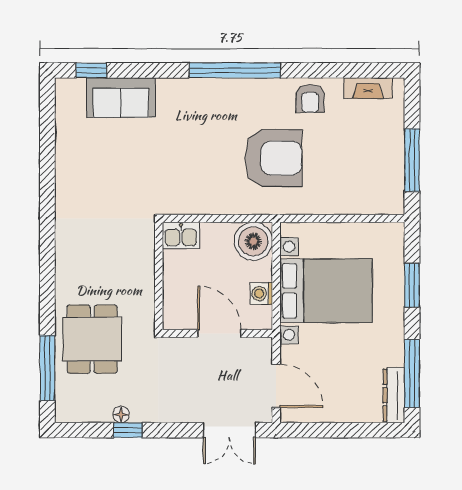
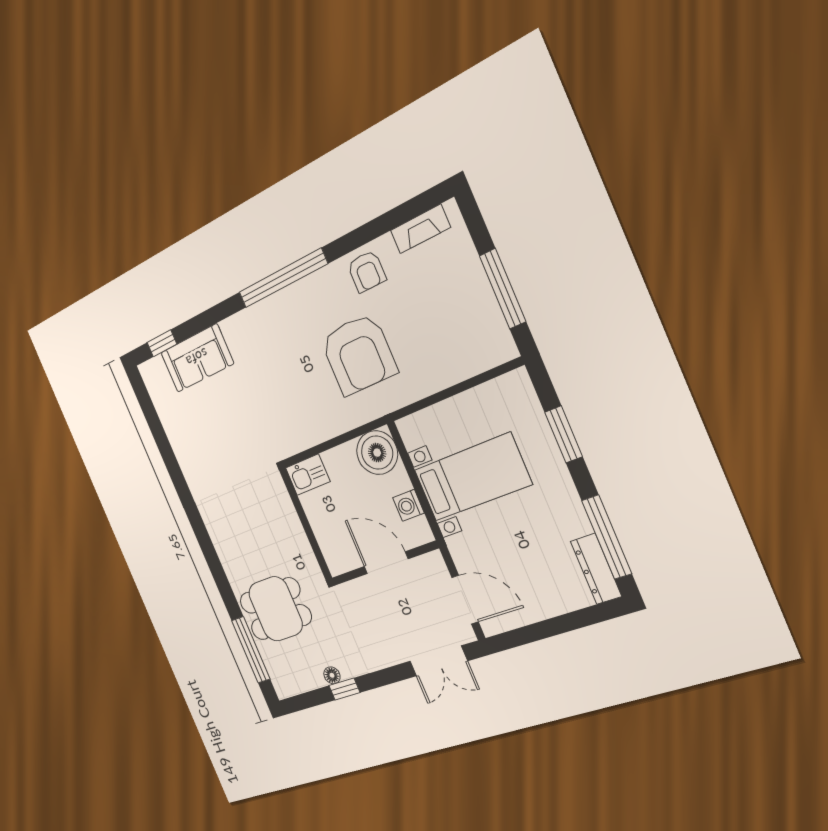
armchair: (273, 158) -> (359, 354), turned 90
bed with nightstands: (326, 291) -> (472, 477), width x0.73
dining table: (92, 339) -> (276, 609), turned 90

